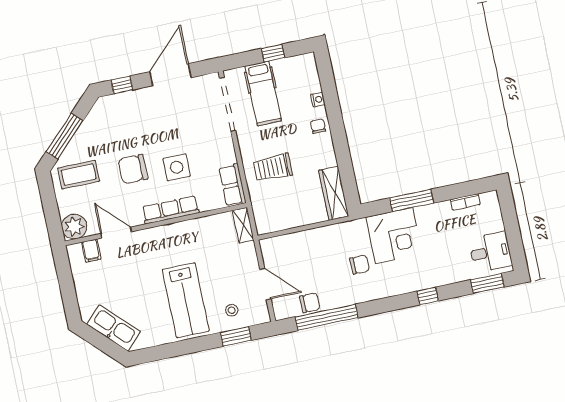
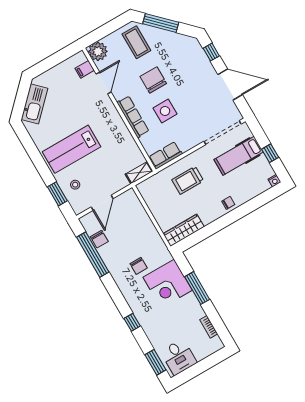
nightstand: (318, 100) -> (274, 181), moved
trolley: (273, 167) -> (188, 180), turned -90

